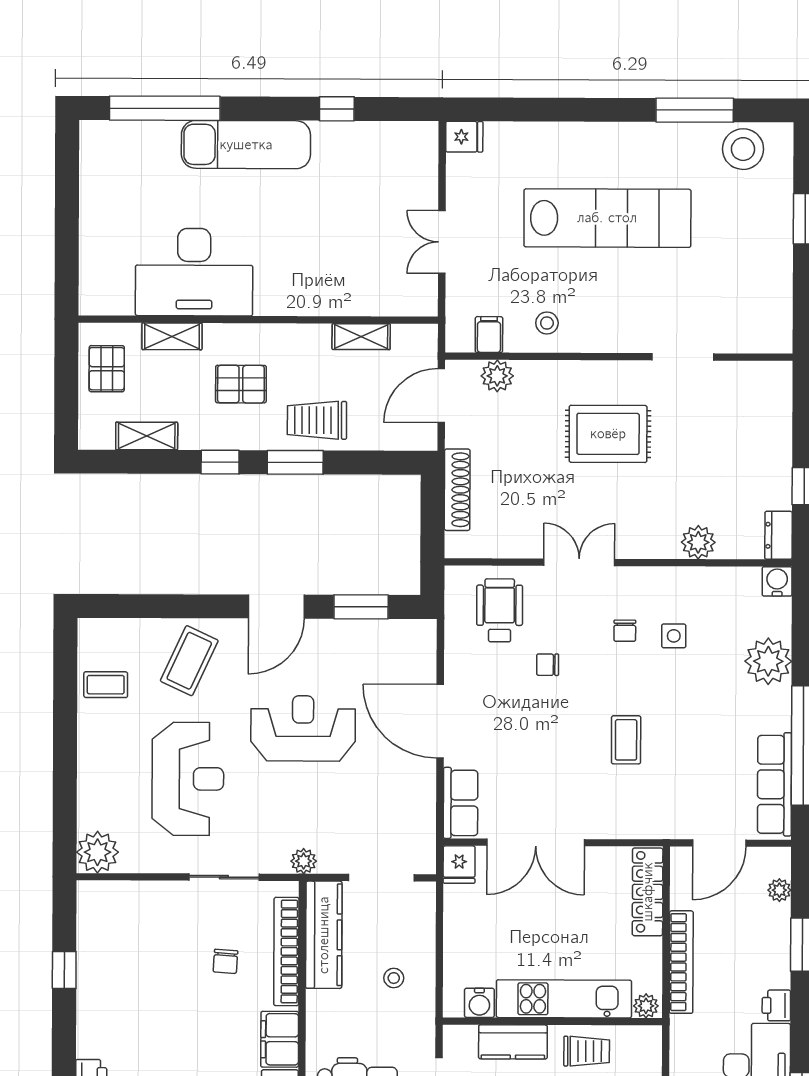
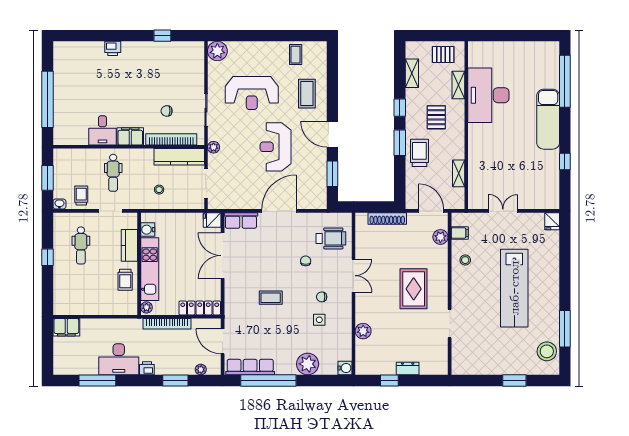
dresser: (779, 535) -> (408, 369), moved
coffee table: (189, 661) -> (307, 94), turned 65
reception desk: (303, 728) -> (276, 147), turned 180

